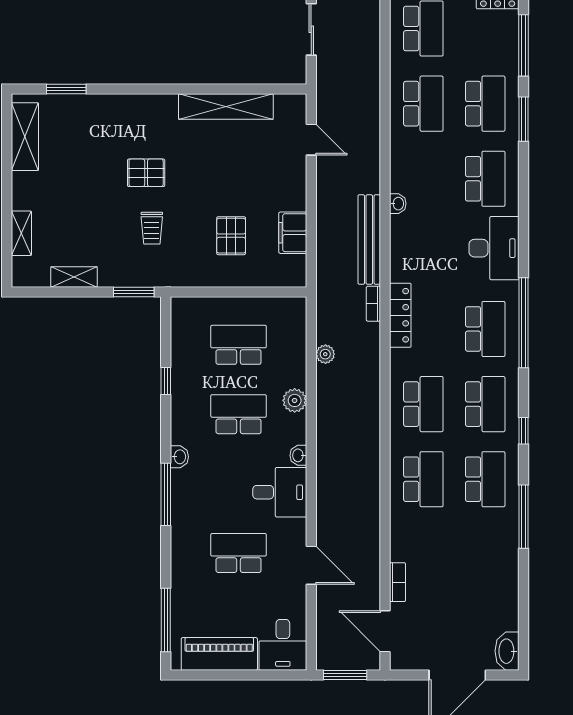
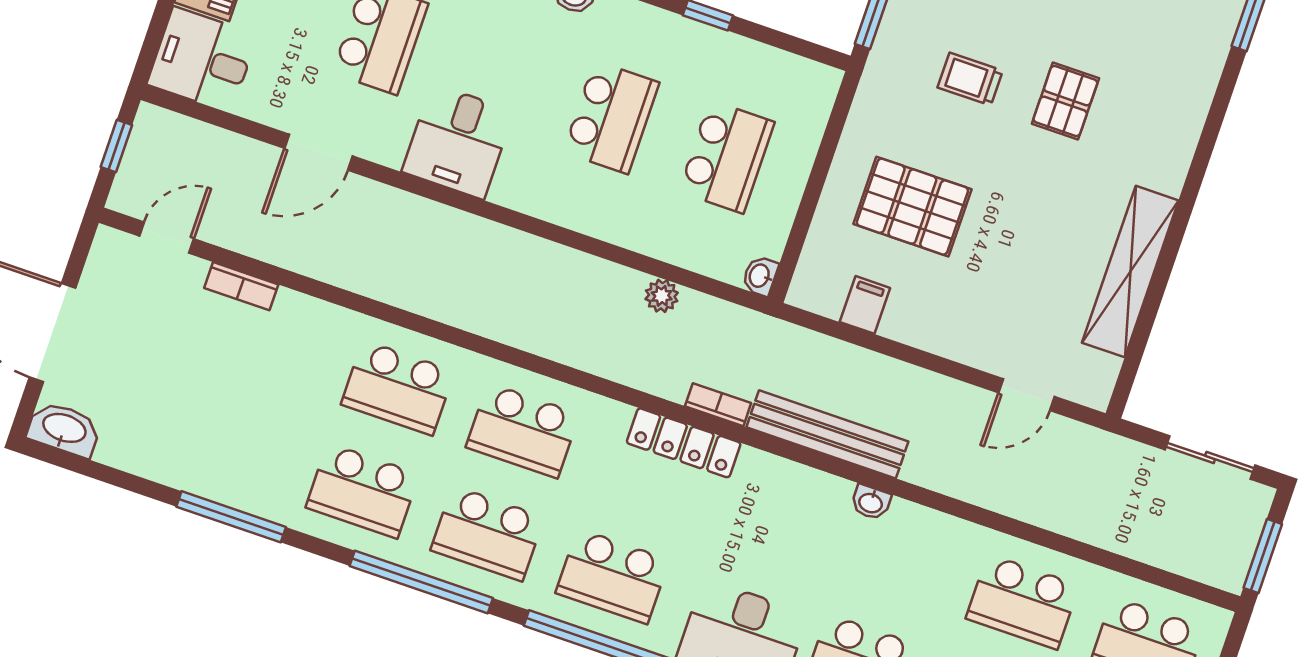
filing cabinet: (293, 233) -> (865, 305), width x0.50
pallet: (231, 236) -> (912, 207), width x1.50, depth x1.42
plant: (295, 400) -> (602, 218), removed
window: (523, 431) -> (421, 582), width x3.17
washbasin: (298, 455) -> (760, 276), moved, turned -90
window: (523, 517) -> (231, 517), moved
door: (385, 631) -> (167, 237), width x0.73
window: (345, 675) -> (116, 146), width x0.67

